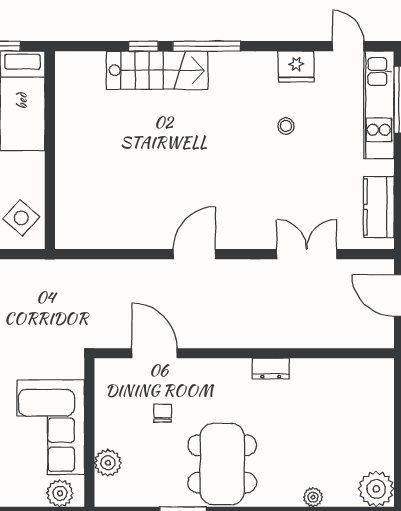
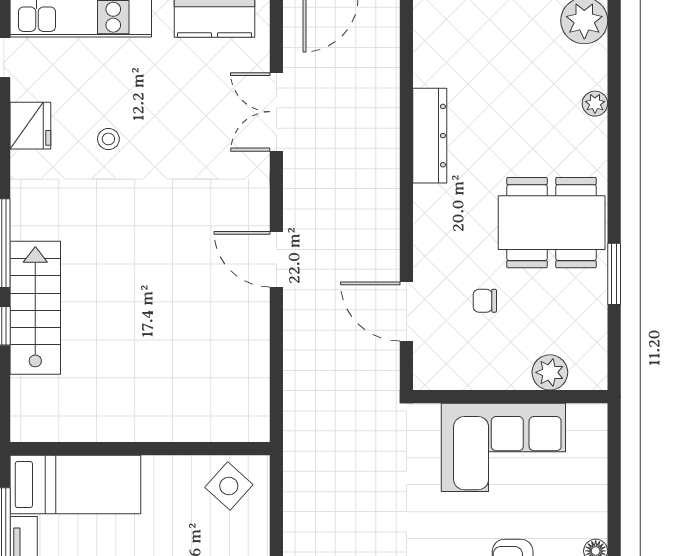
door: (154, 353) -> (406, 311), hinge flipped
dresser: (271, 369) -> (430, 136), width x1.96, depth x1.24
plant: (60, 493) -> (590, 435), removed

